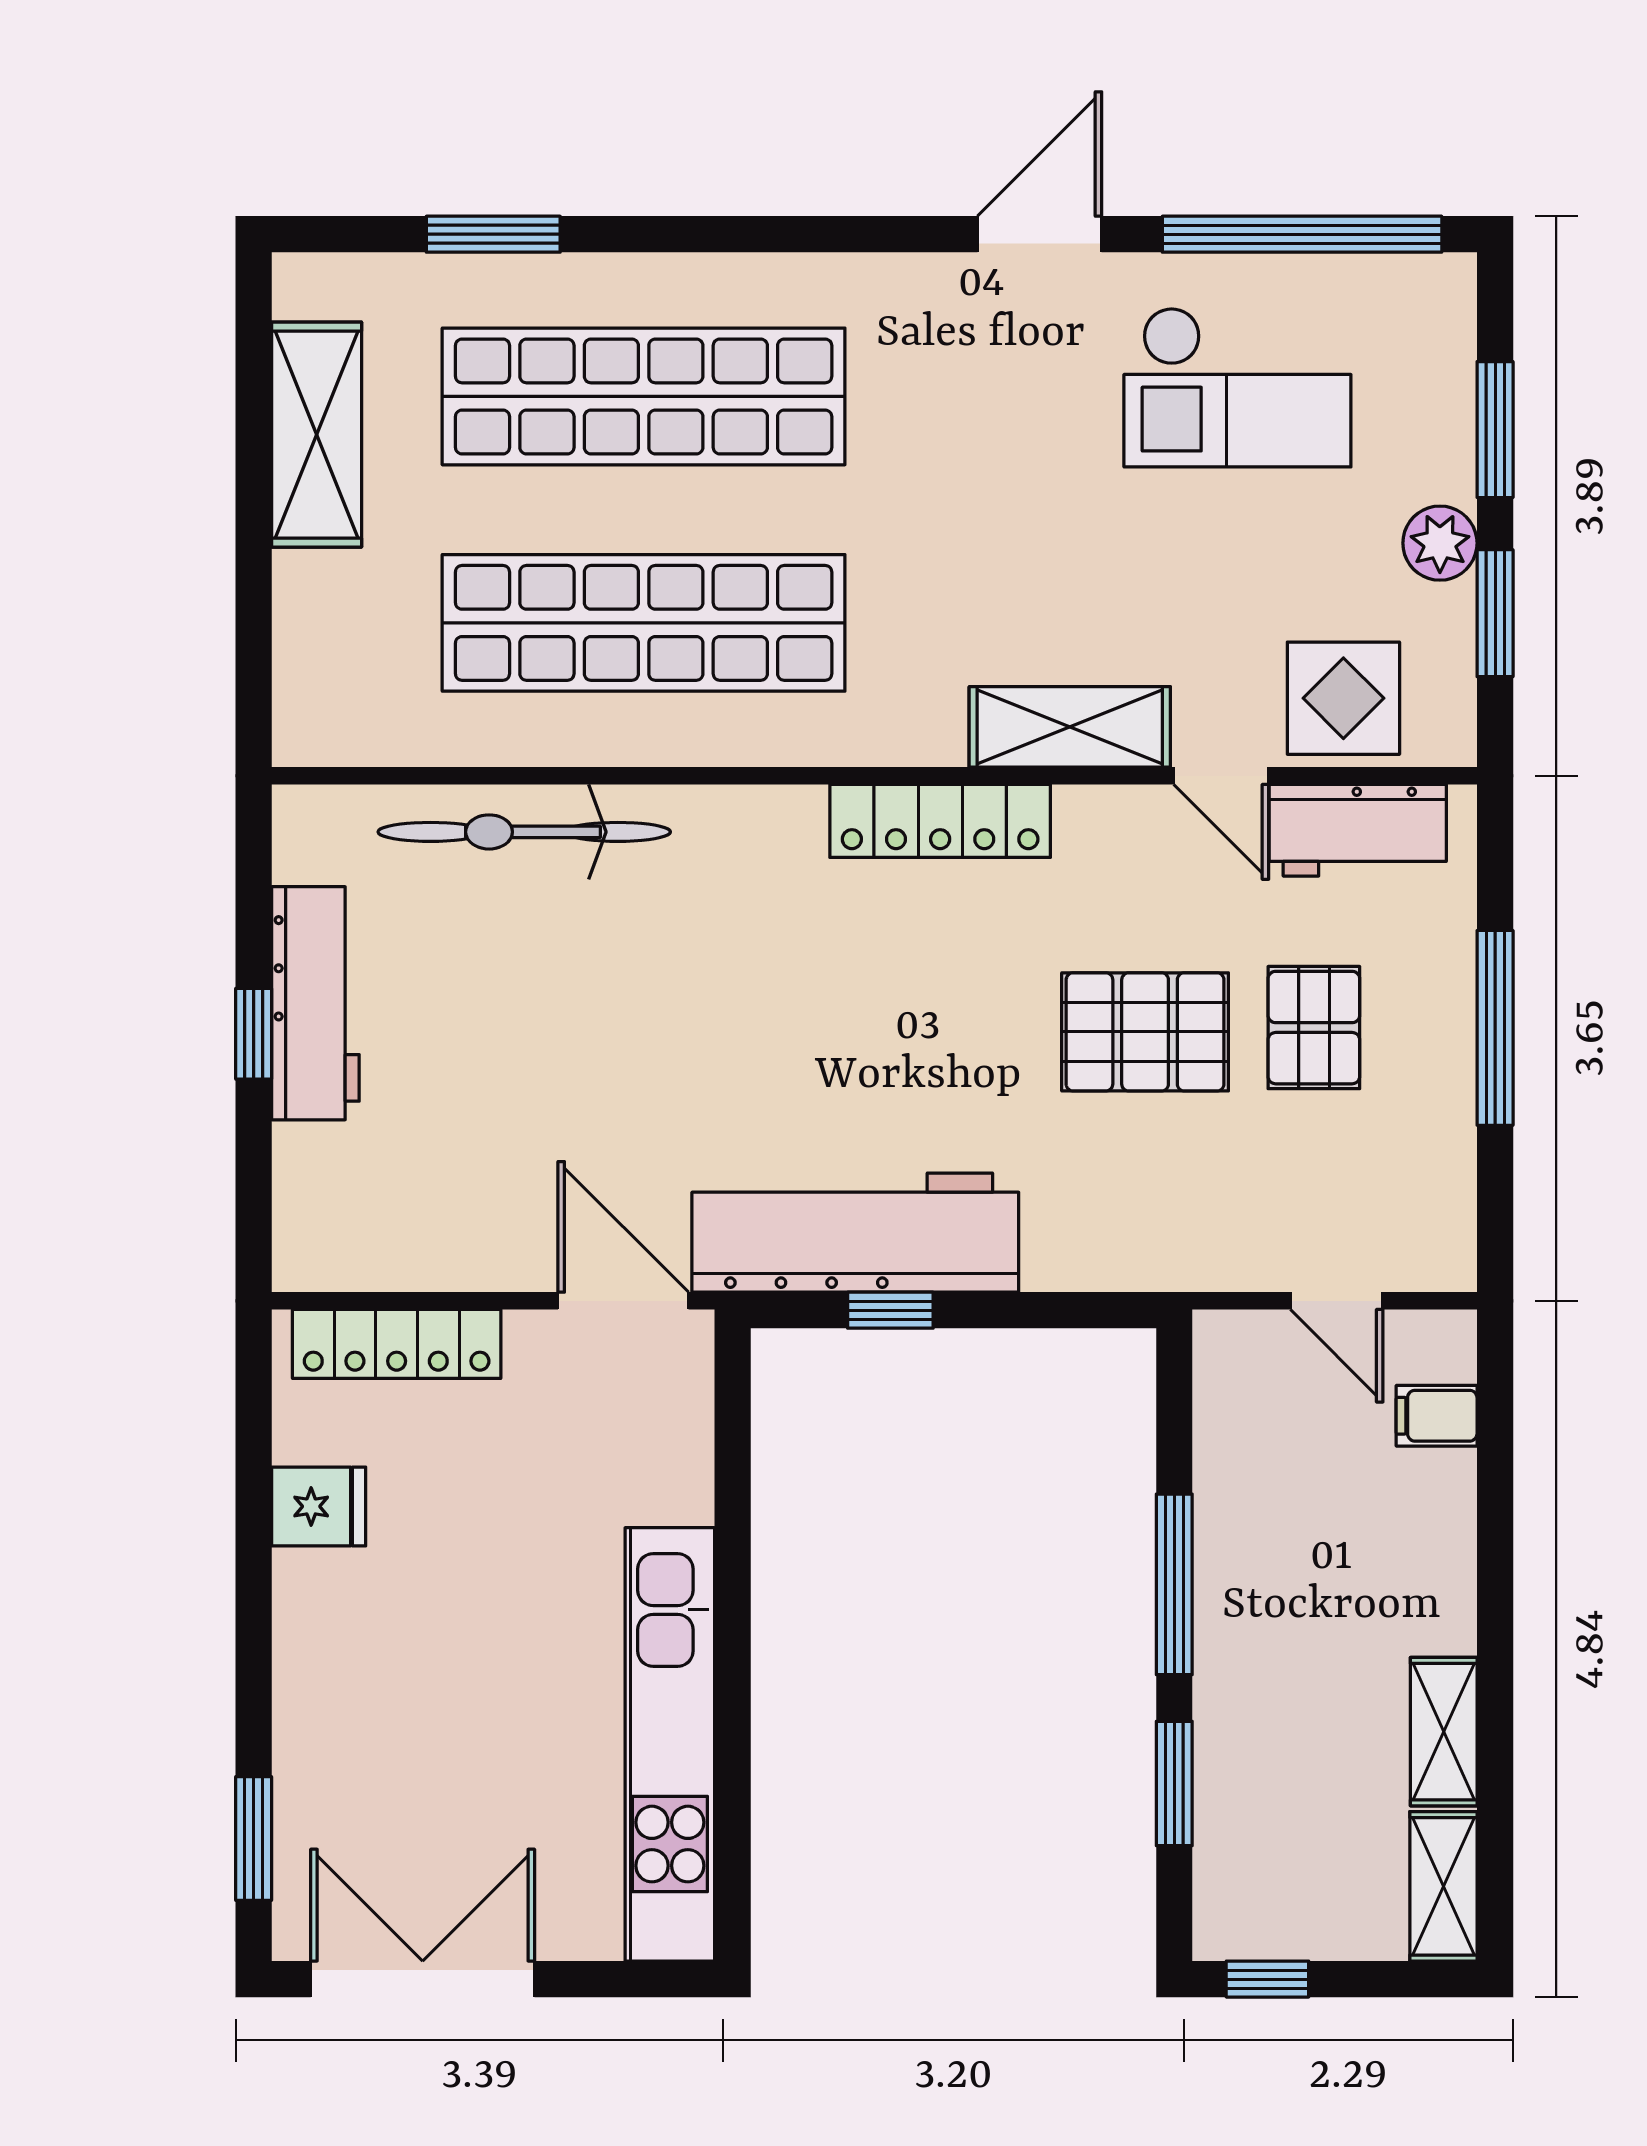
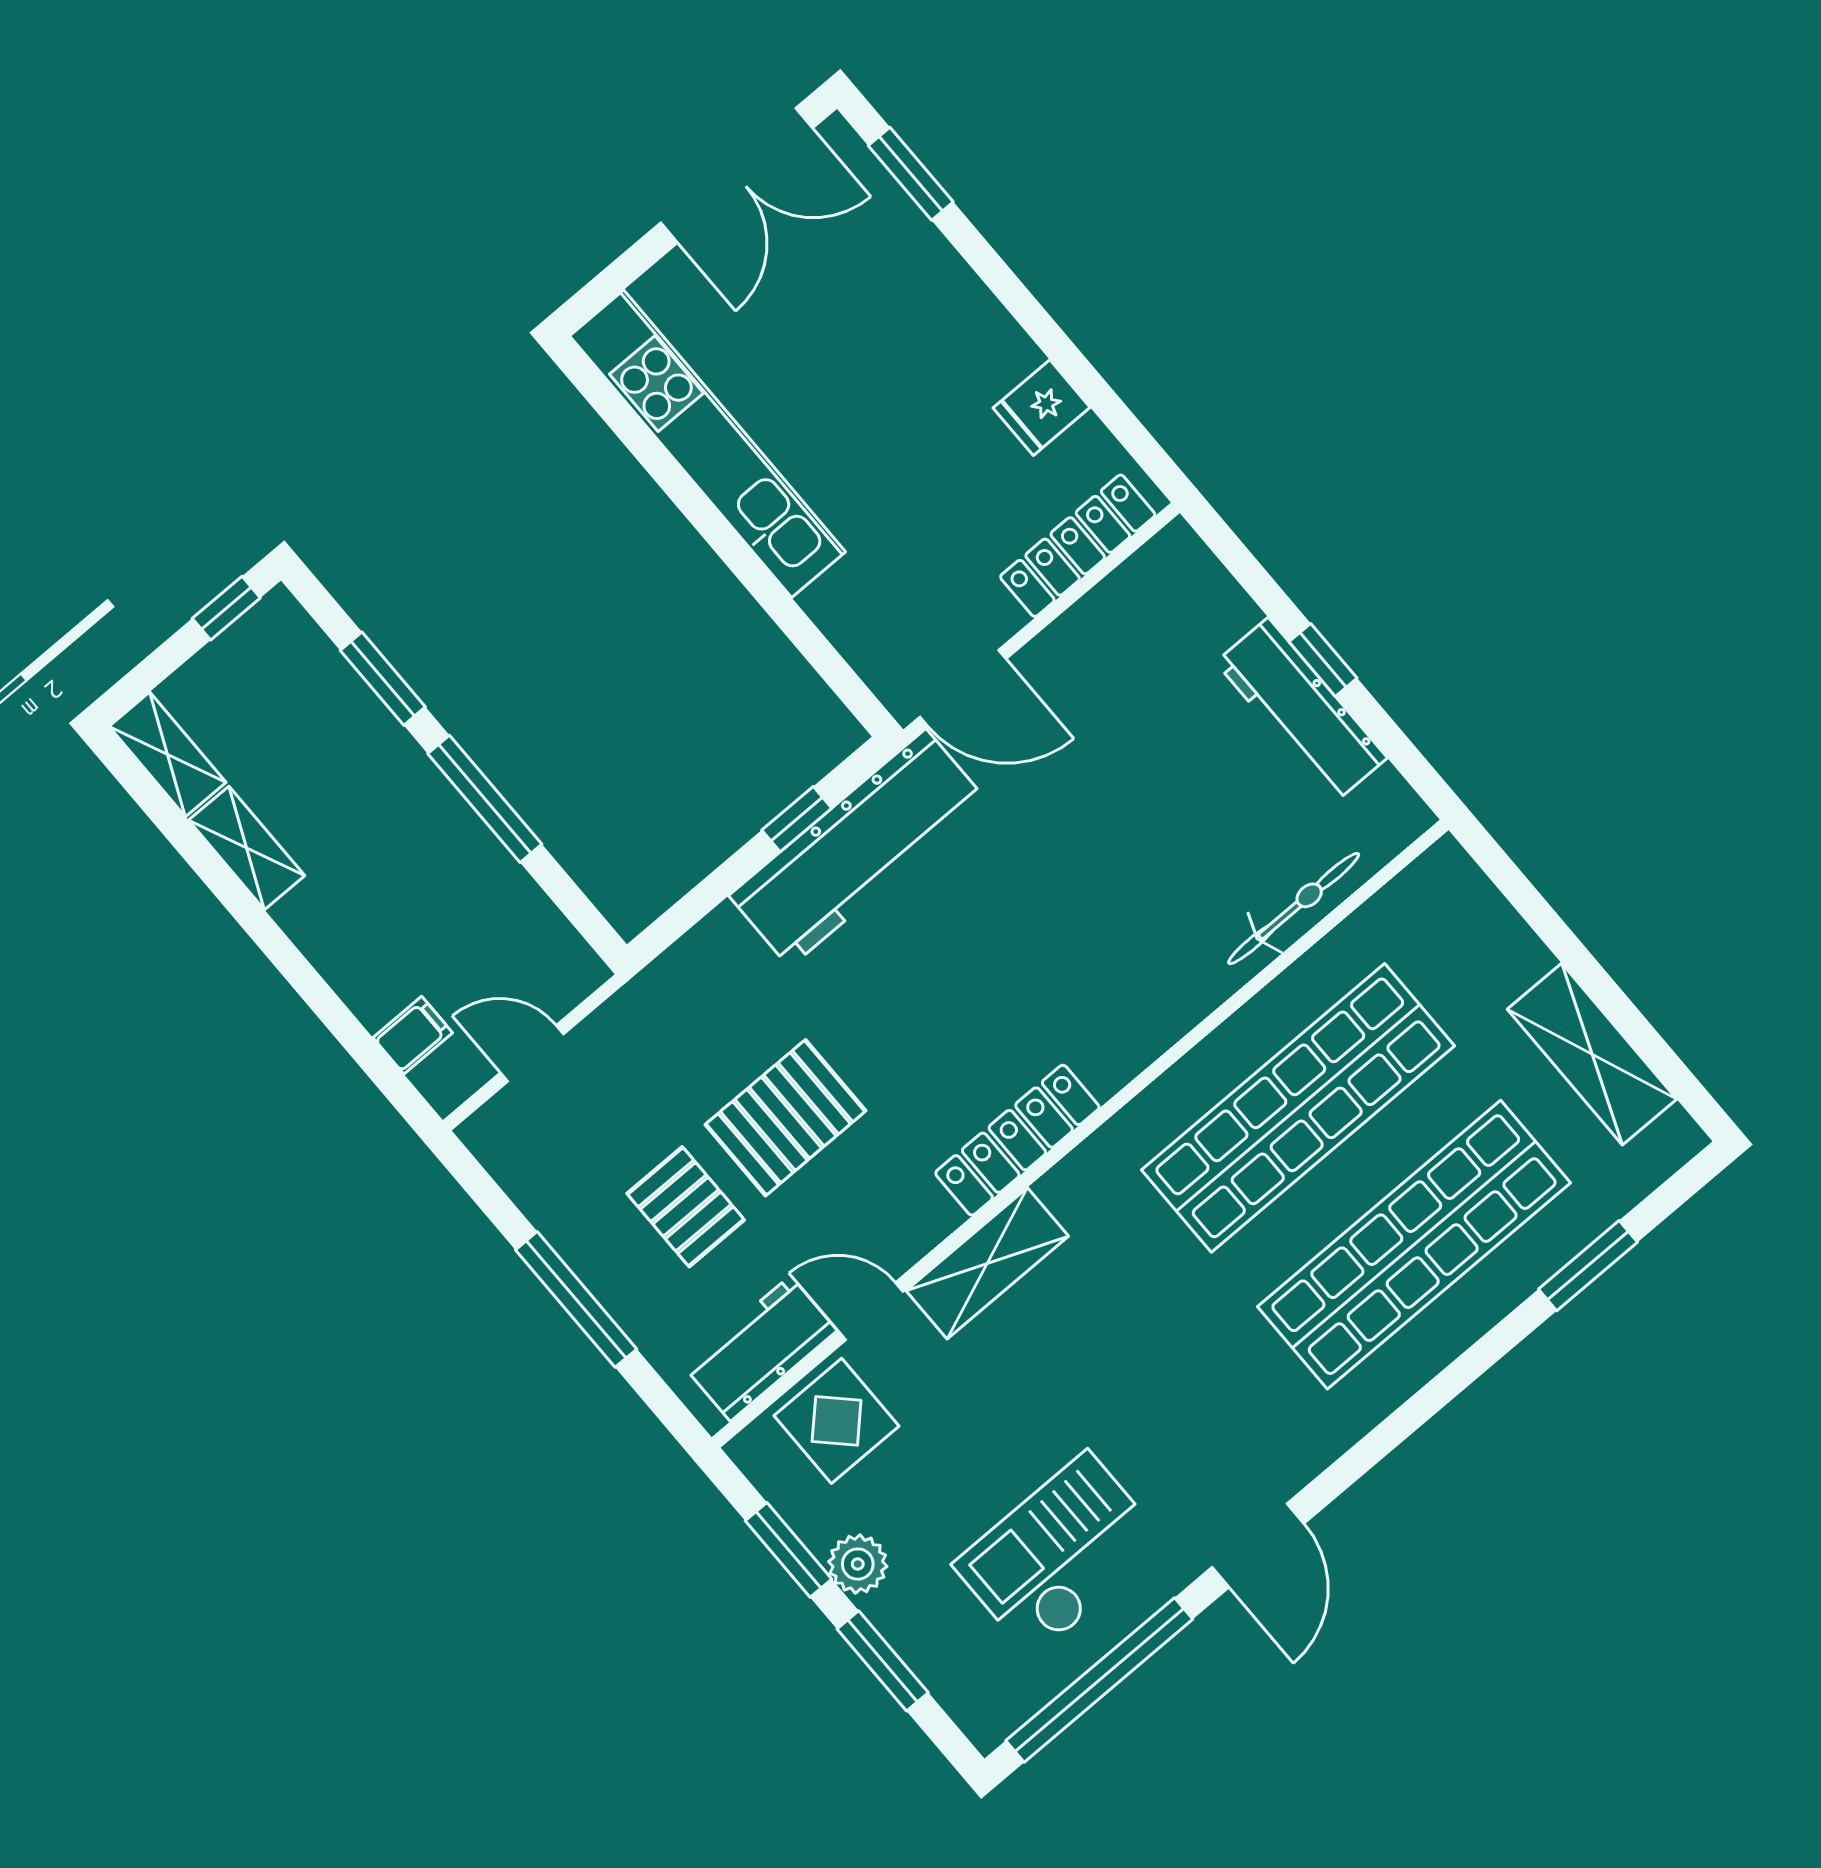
bicycle: (524, 832) -> (1294, 909), width x0.73, depth x0.71

